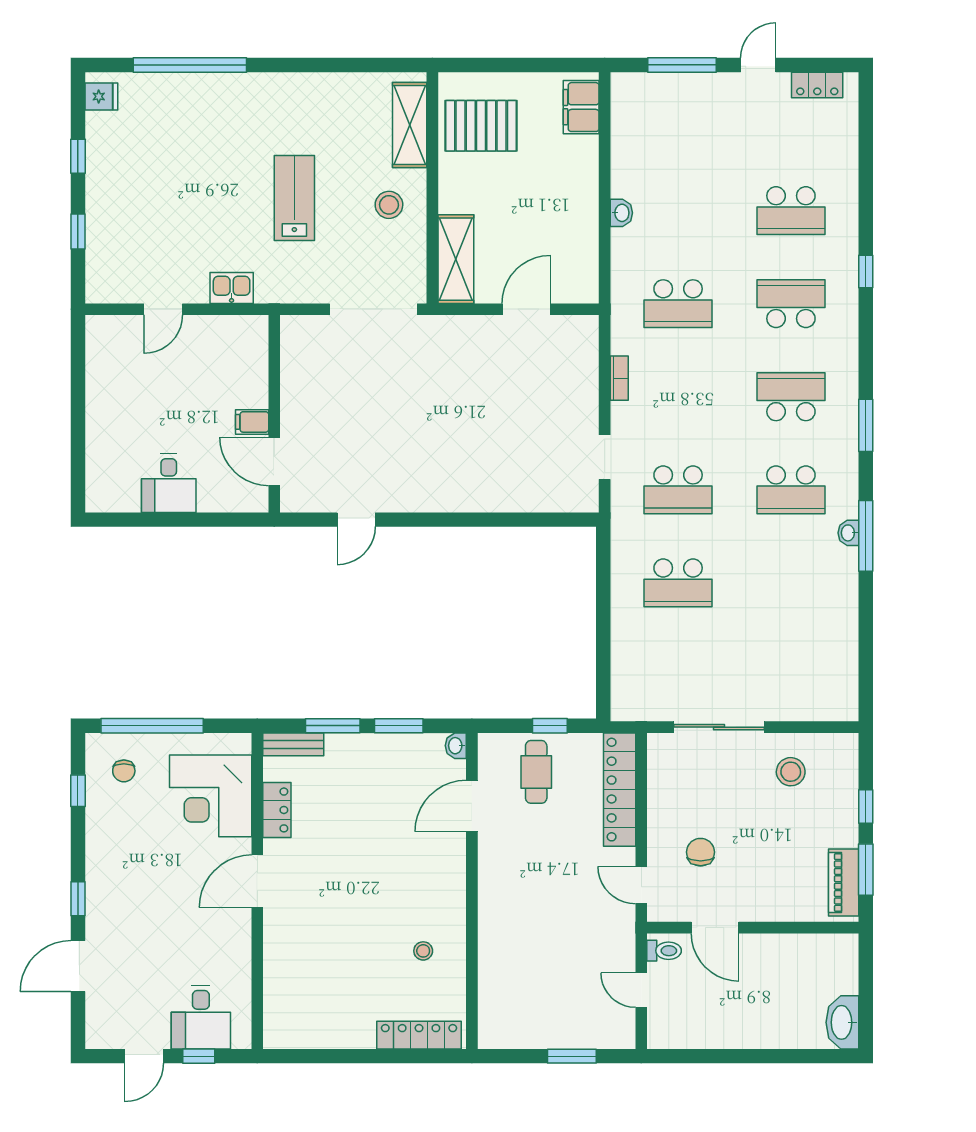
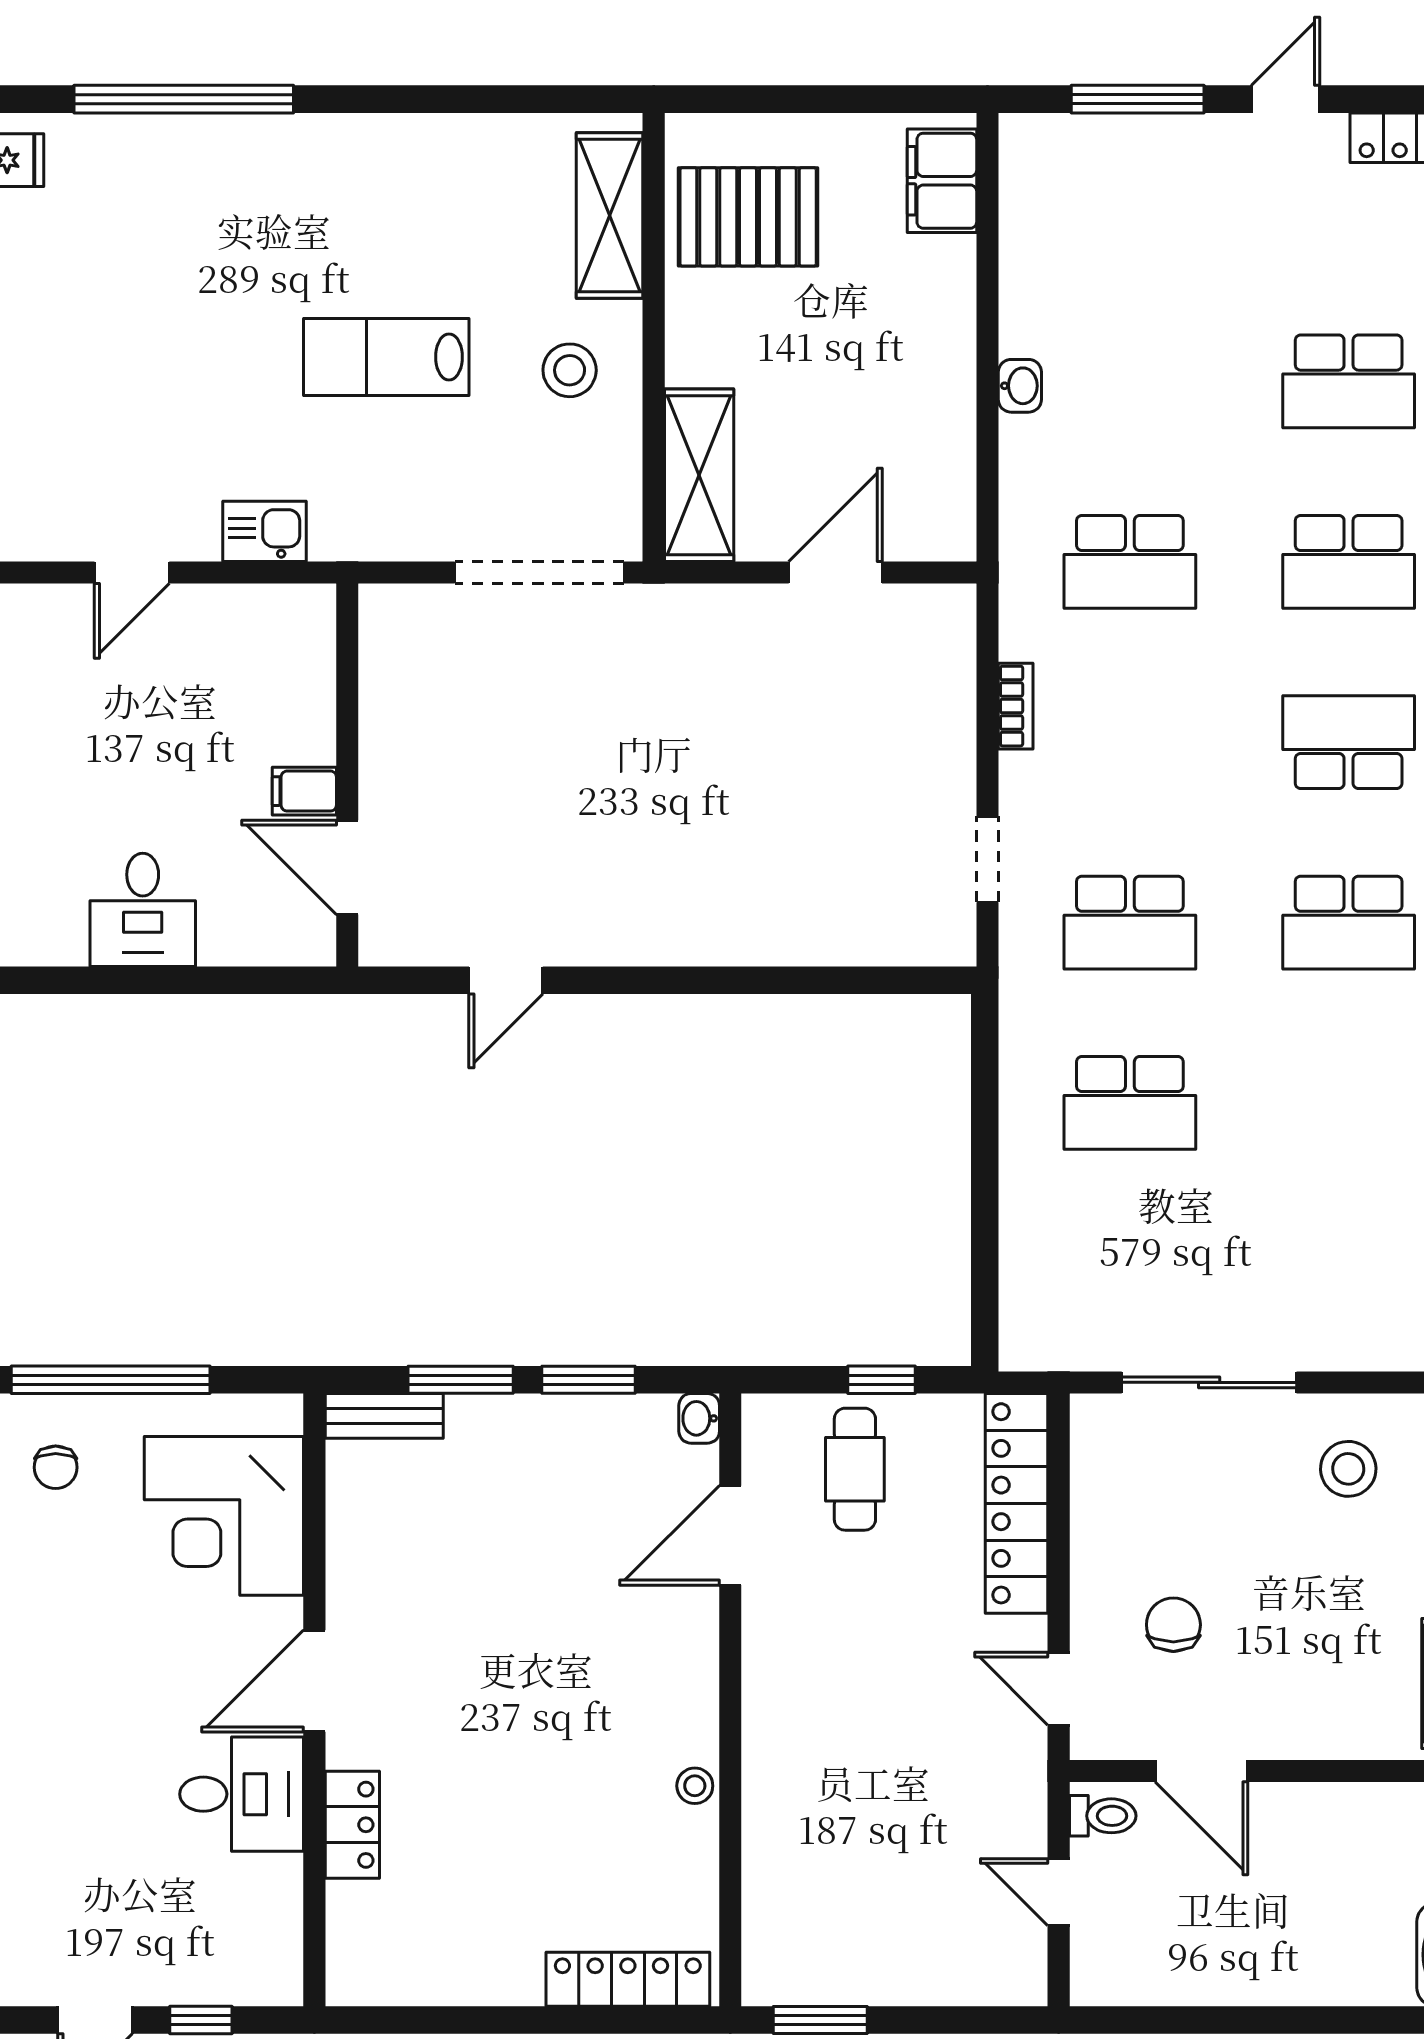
lab bench: (294, 198) -> (386, 357), turned -90
school desk: (791, 304) -> (1349, 562), turned 180
locker: (277, 810) -> (352, 1825), moved
stool: (423, 951) -> (695, 1786), moved
desk: (201, 1017) -> (242, 1794), moved, turned -90
window: (572, 1056) -> (820, 2020), moved

